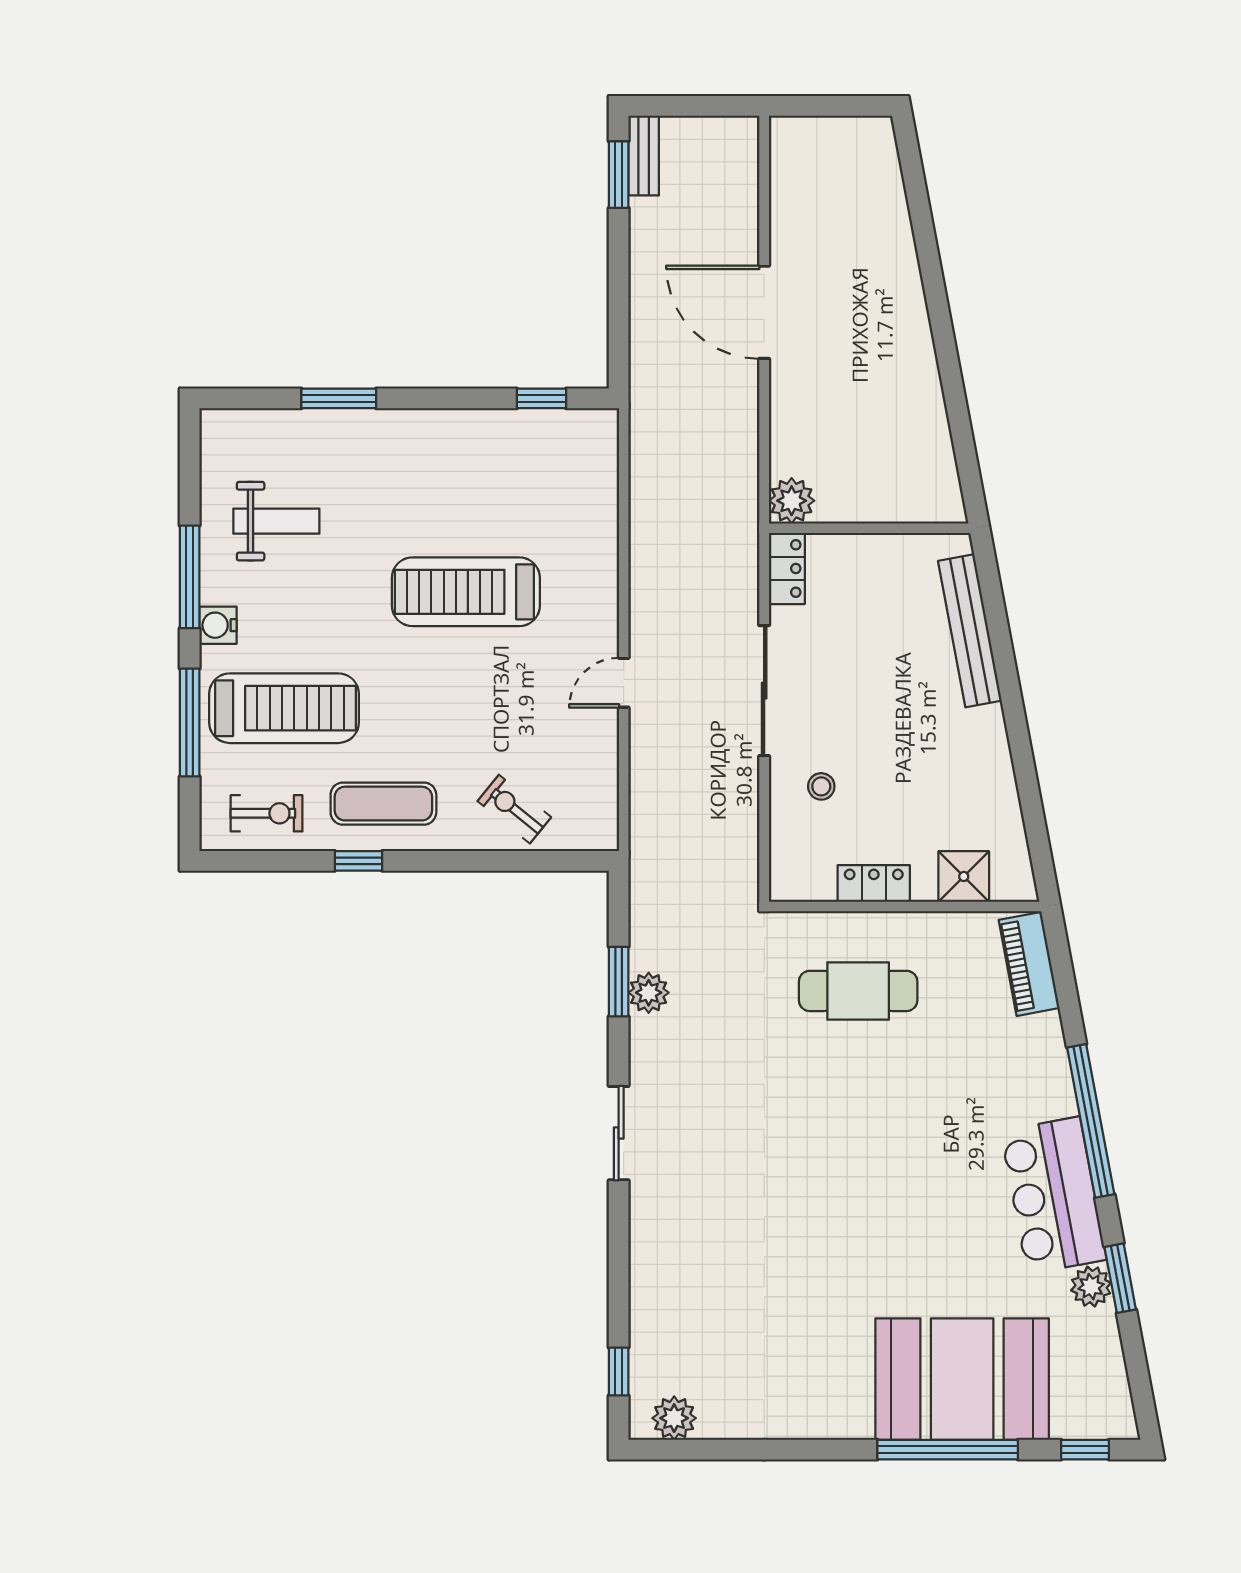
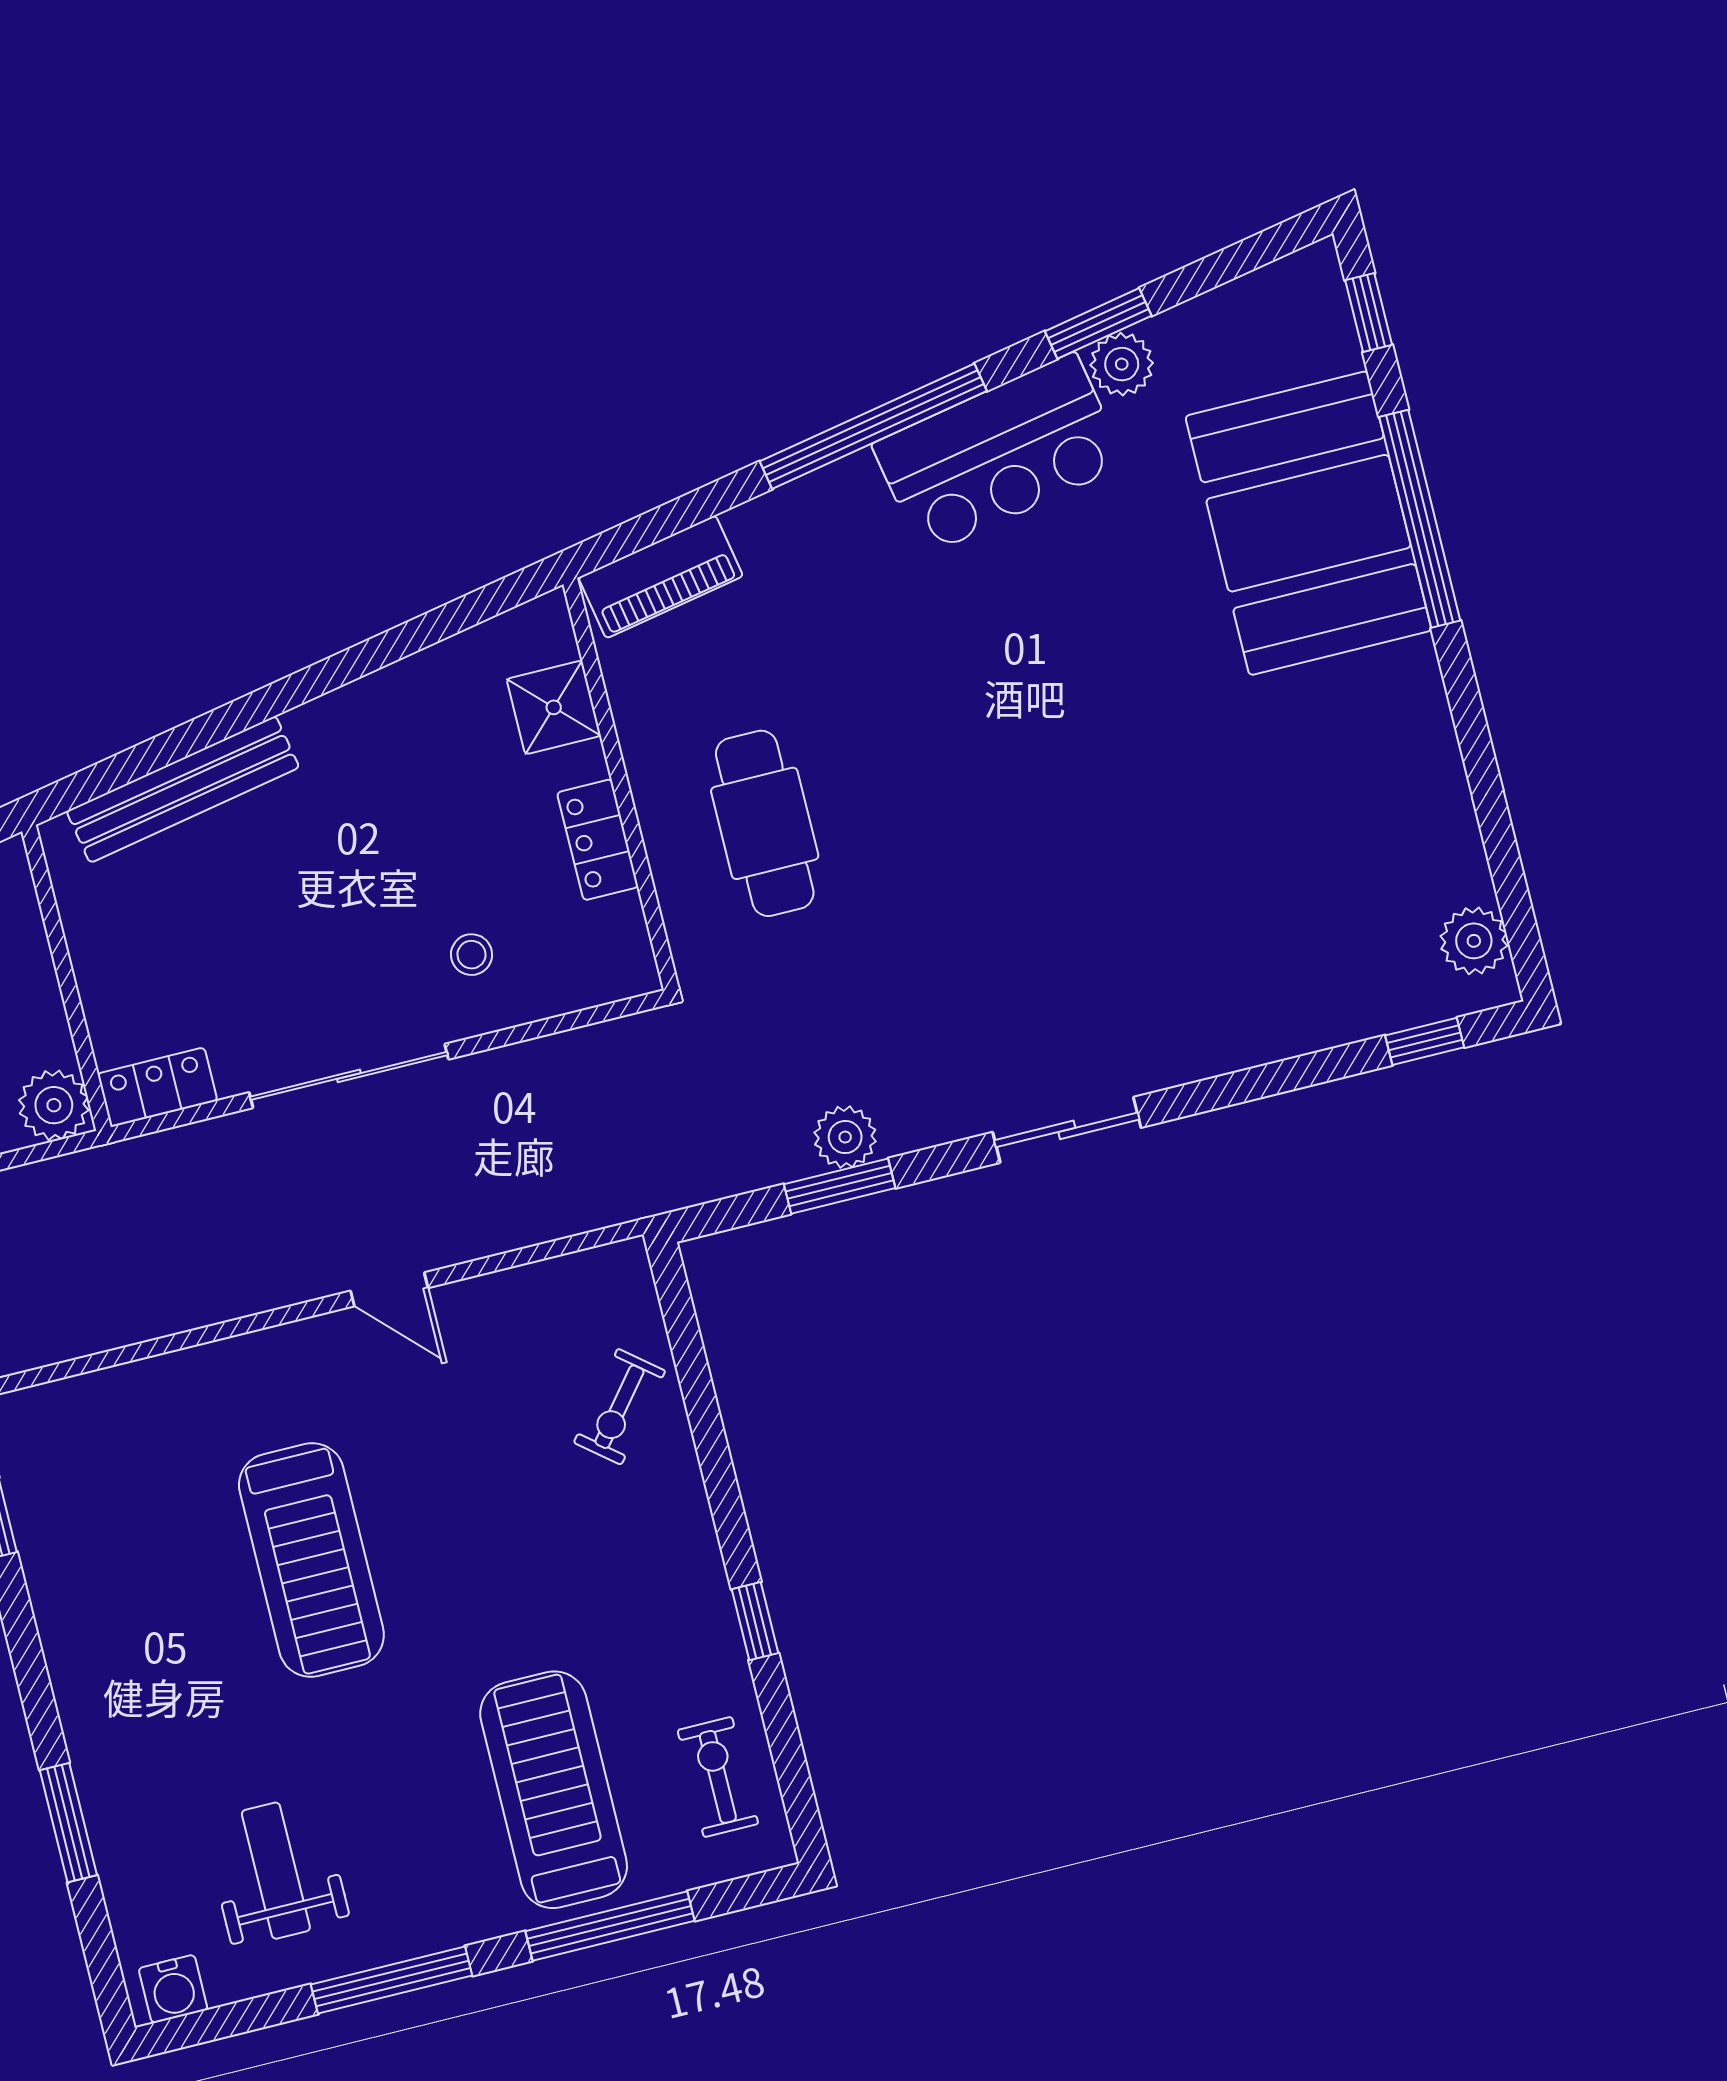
water cooler: (218, 625) -> (173, 1989), moved
exercise mat: (383, 804) -> (660, 1605), removed

